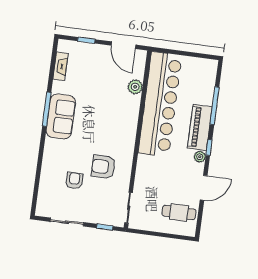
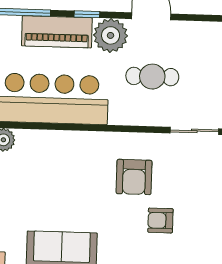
plant: (200, 157) -> (111, 35), width x1.87, depth x1.87
cafe table: (179, 213) -> (152, 77), moved, turned 90

